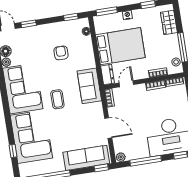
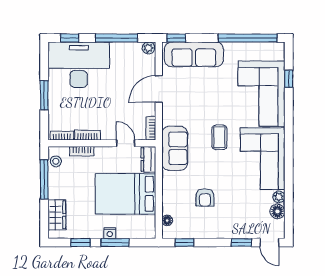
window: (107, 11) -> (115, 243), moved
door: (126, 84) -> (126, 143), swing flipped
door: (108, 128) -> (159, 89), hinge flipped

